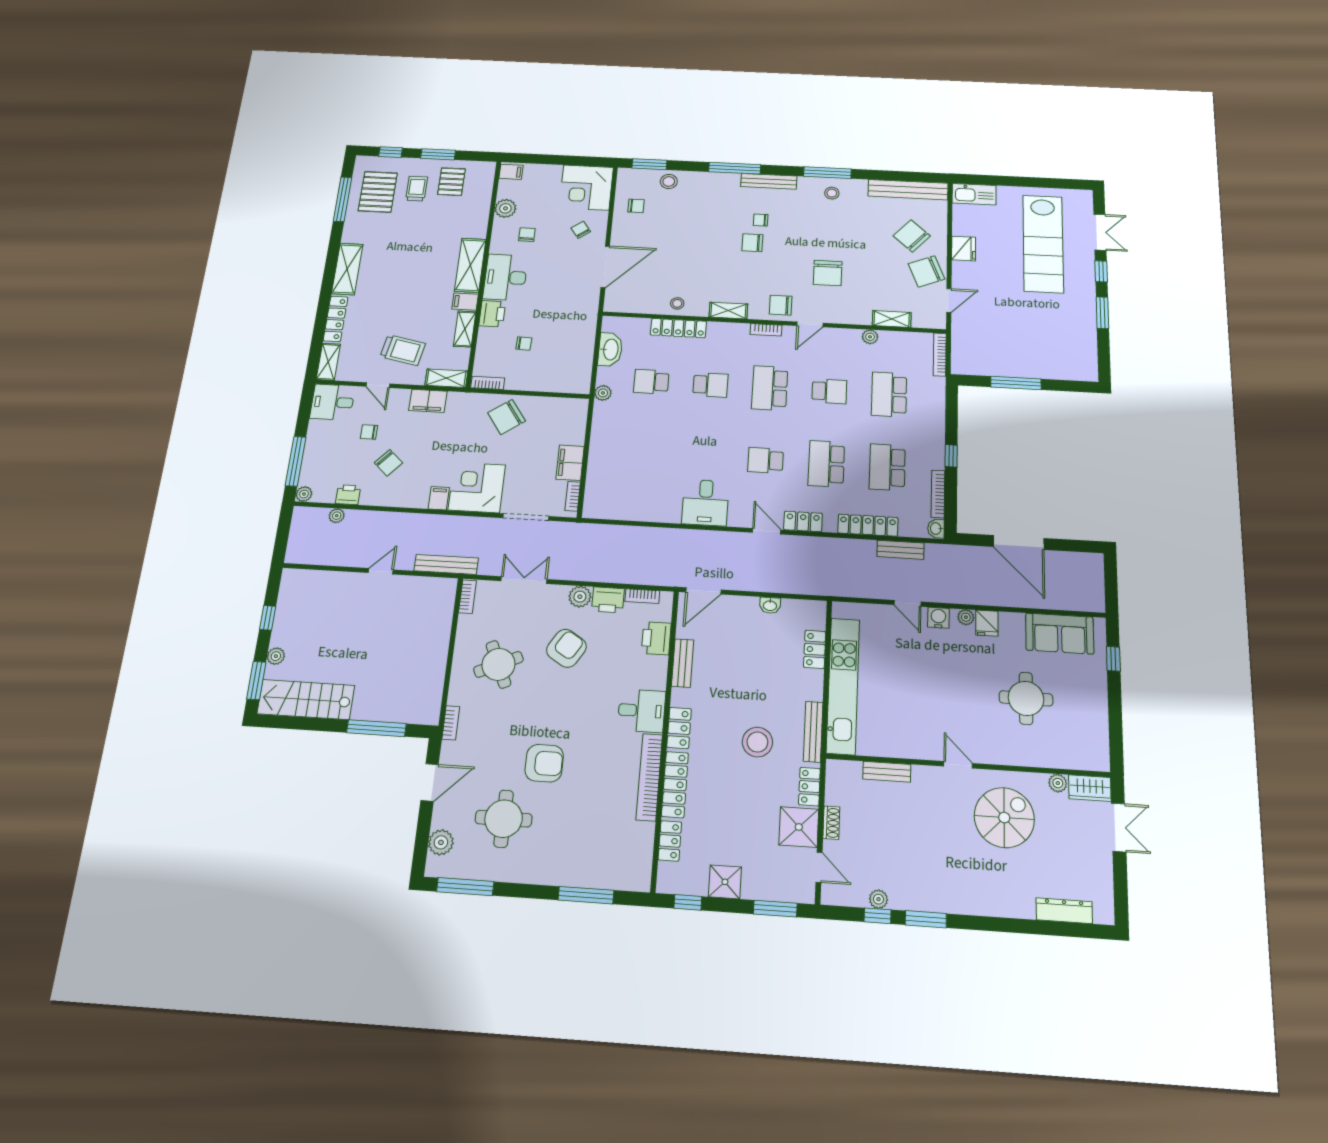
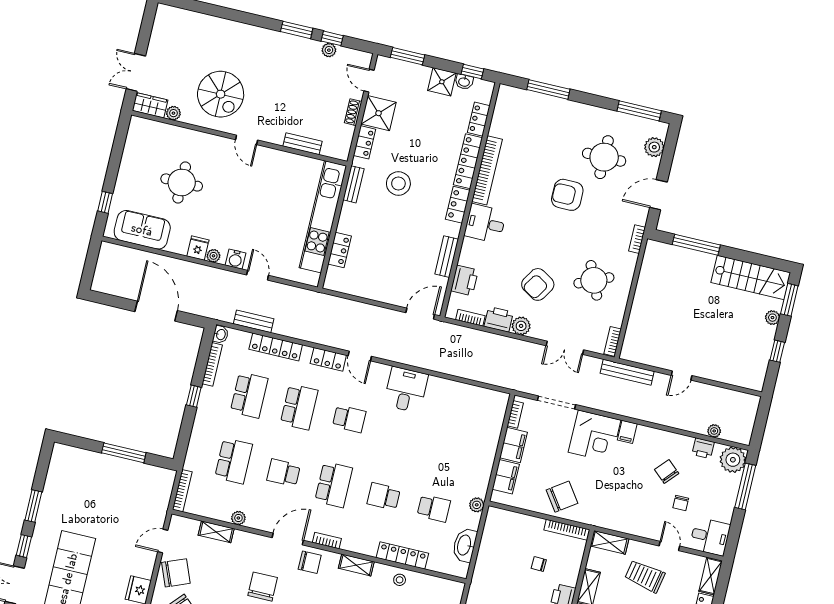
door: (810, 324) -> (288, 539), width x1.38
bookcase: (488, 383) -> (567, 530), width x1.56
filing cabinet: (428, 401) -> (506, 477), moved, turned 90
chair: (369, 432) -> (681, 503), turned 90
plant: (304, 494) -> (733, 460), width x1.87, depth x1.87
washbasin: (770, 605) -> (464, 82), moved, turned 180
bench: (813, 732) -> (353, 184), width x0.73
spiral stairs: (1004, 818) -> (221, 94), turned -90
dresser: (1064, 911) -> (192, 19), removed

